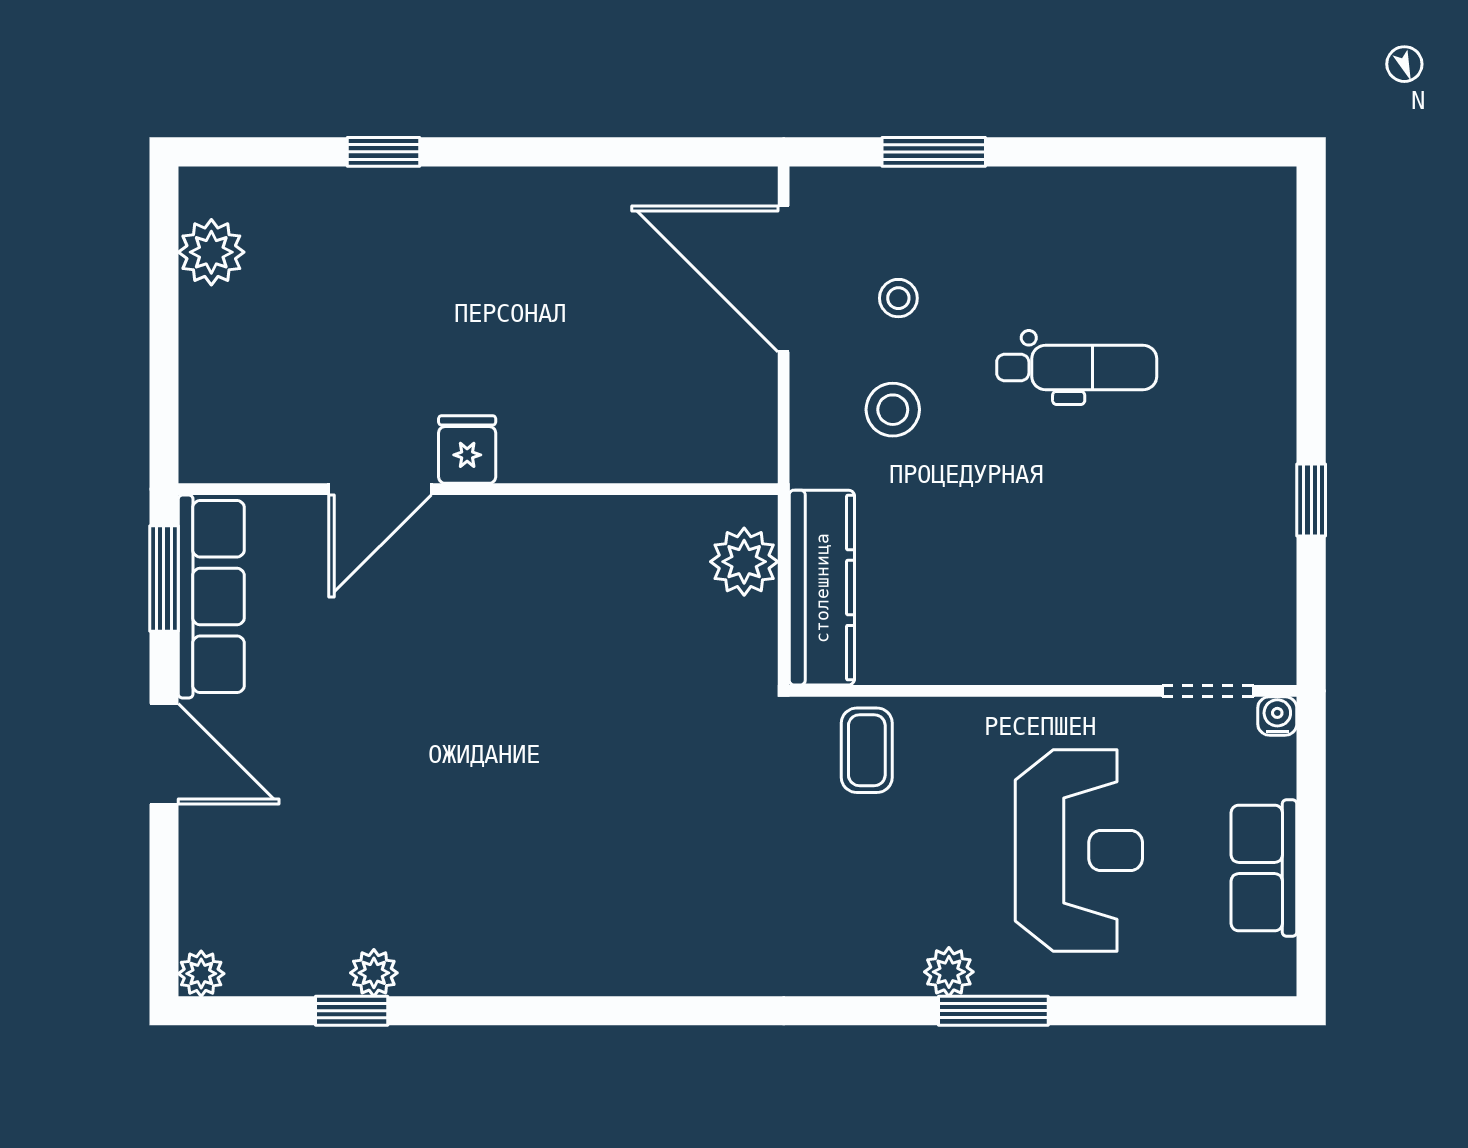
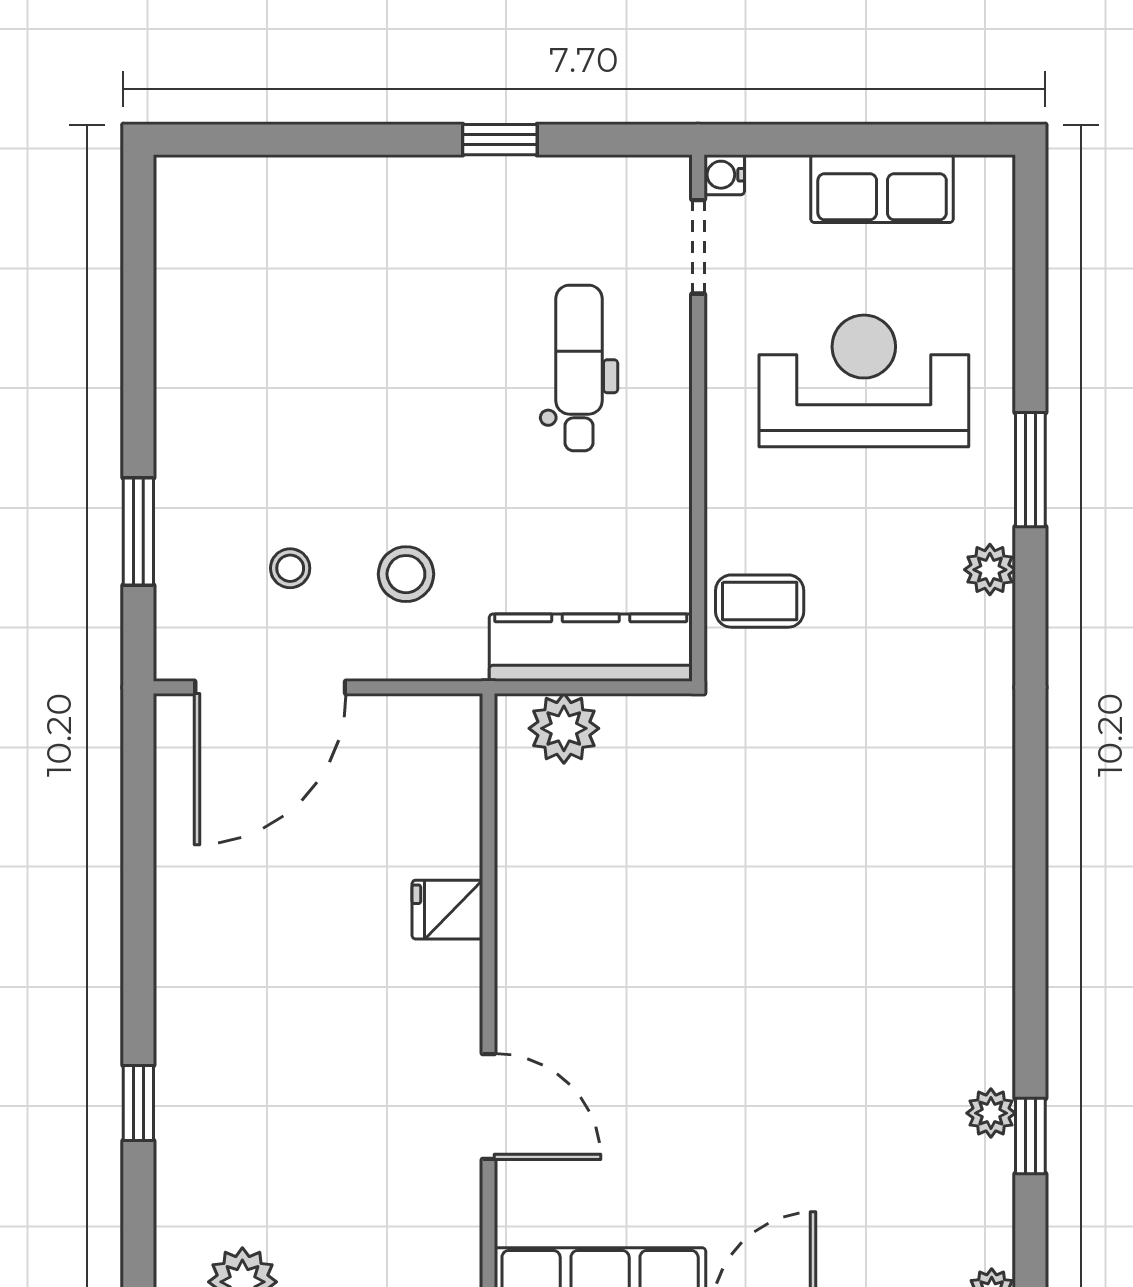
dental chair: (1077, 368) -> (579, 368), moved
fridge: (467, 449) -> (447, 910), moved
plant: (949, 972) -> (990, 570), moved

